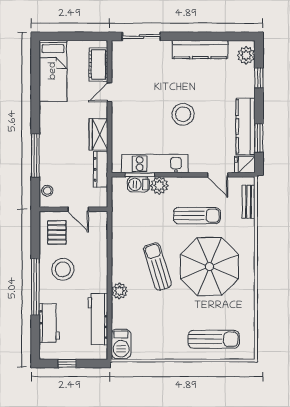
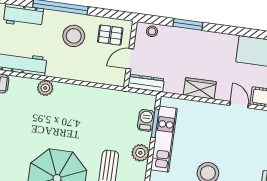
window: (35, 155) -> (188, 24), width x0.69
dresser: (101, 169) -> (146, 83), moved
plant: (159, 186) -> (140, 153), moved
sun lounger: (157, 266) -> (64, 128), removed

